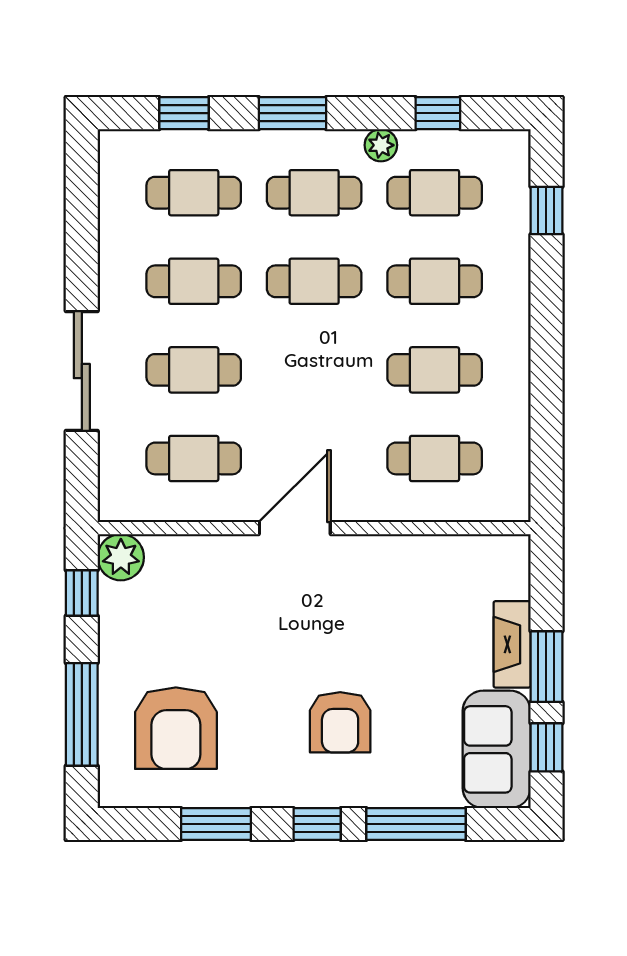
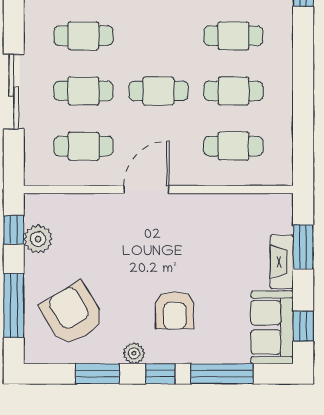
cafe table: (314, 281) -> (158, 91), moved
plant: (121, 557) -> (38, 239), moved
window: (546, 667) -> (303, 247), moved
armchair: (176, 728) -> (72, 314), turned 149
plant: (275, 791) -> (134, 353), added

